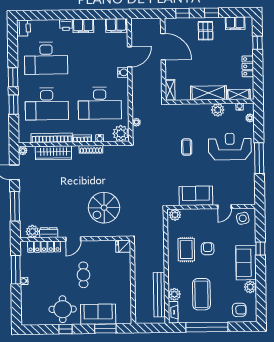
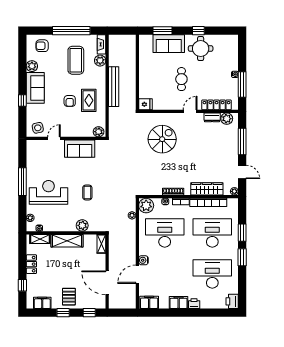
plant: (218, 110) -> (82, 225), moved
reception desk: (230, 147) -> (48, 192), turned 180
bench: (159, 295) -> (114, 87), moved

